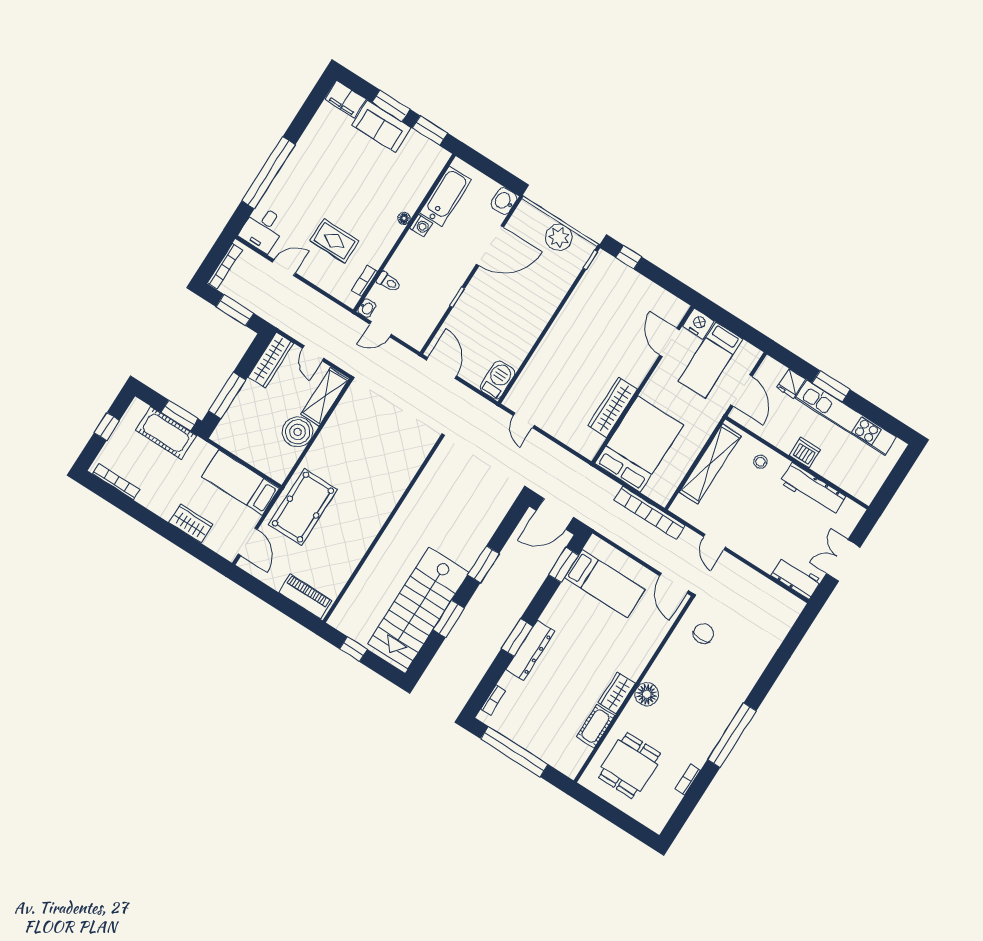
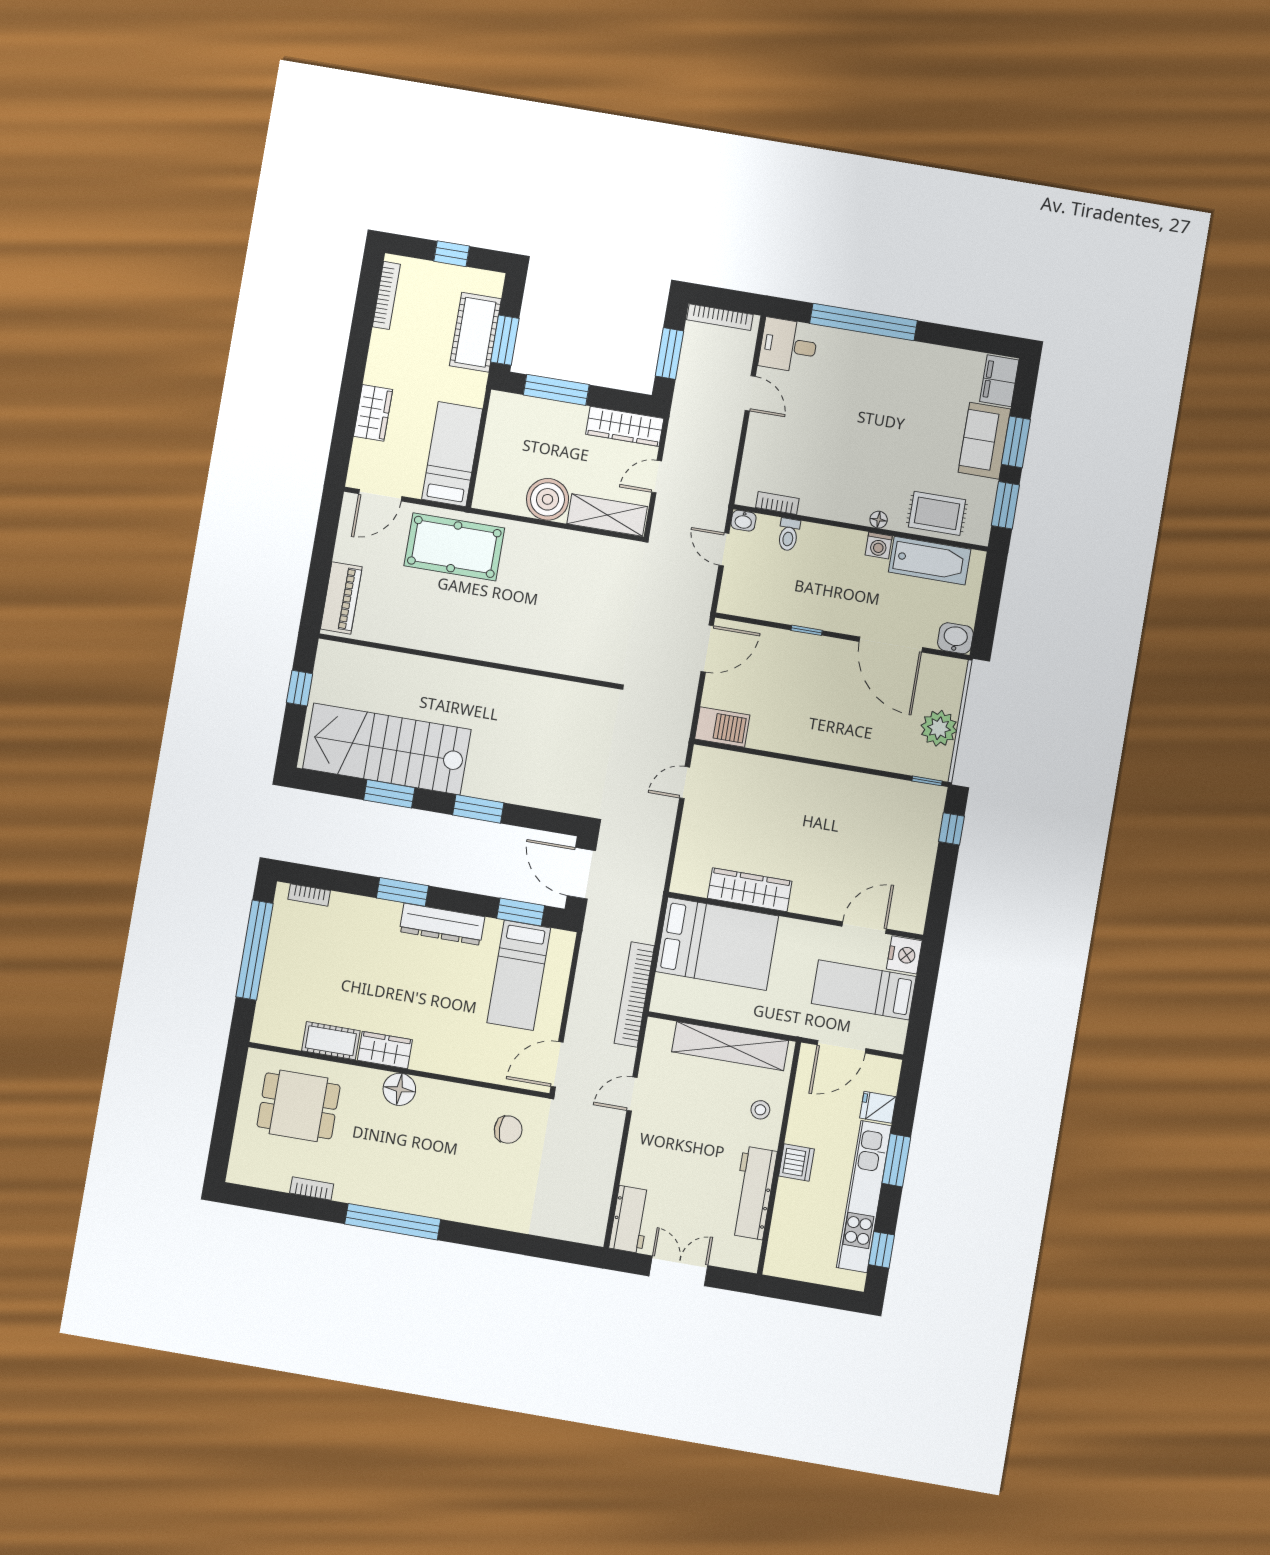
rug: (334, 241) -> (937, 513), moved, turned 90
window: (886, 421) -> (881, 1250), added
dresser: (530, 650) -> (442, 924), moved

